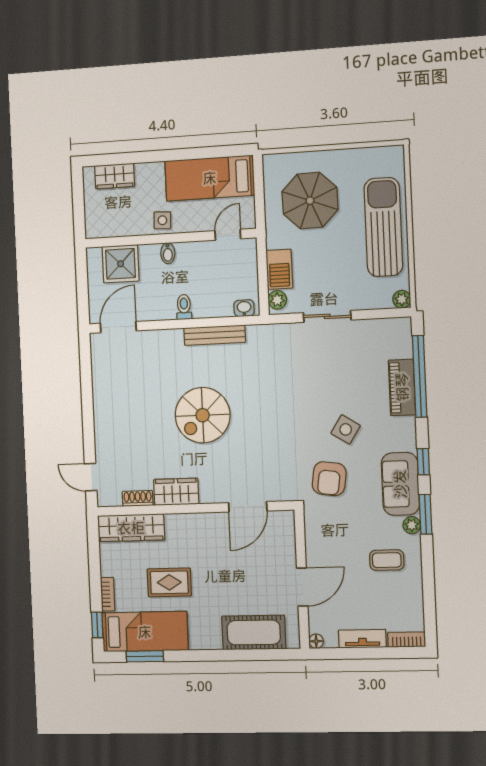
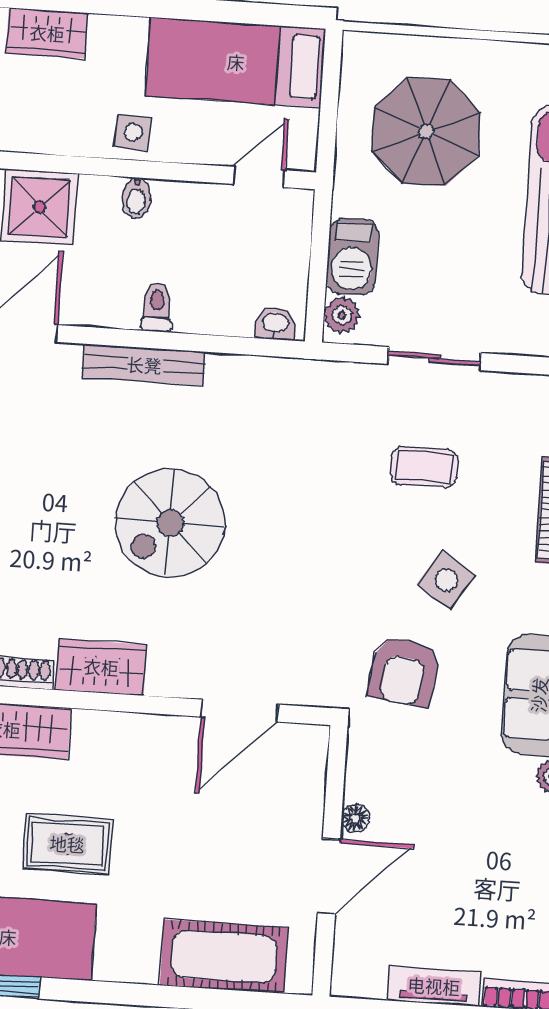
bench: (215, 335) -> (144, 365), moved
coffee table: (387, 560) -> (424, 467), moved
floor lamp: (316, 641) -> (355, 818), moved

